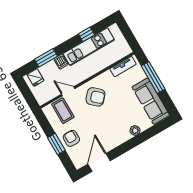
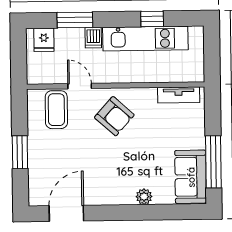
window: (153, 78) -> (213, 162), moved
sofa: (151, 101) -> (191, 177), width x0.73
armchair: (71, 138) -> (46, 156), removed

